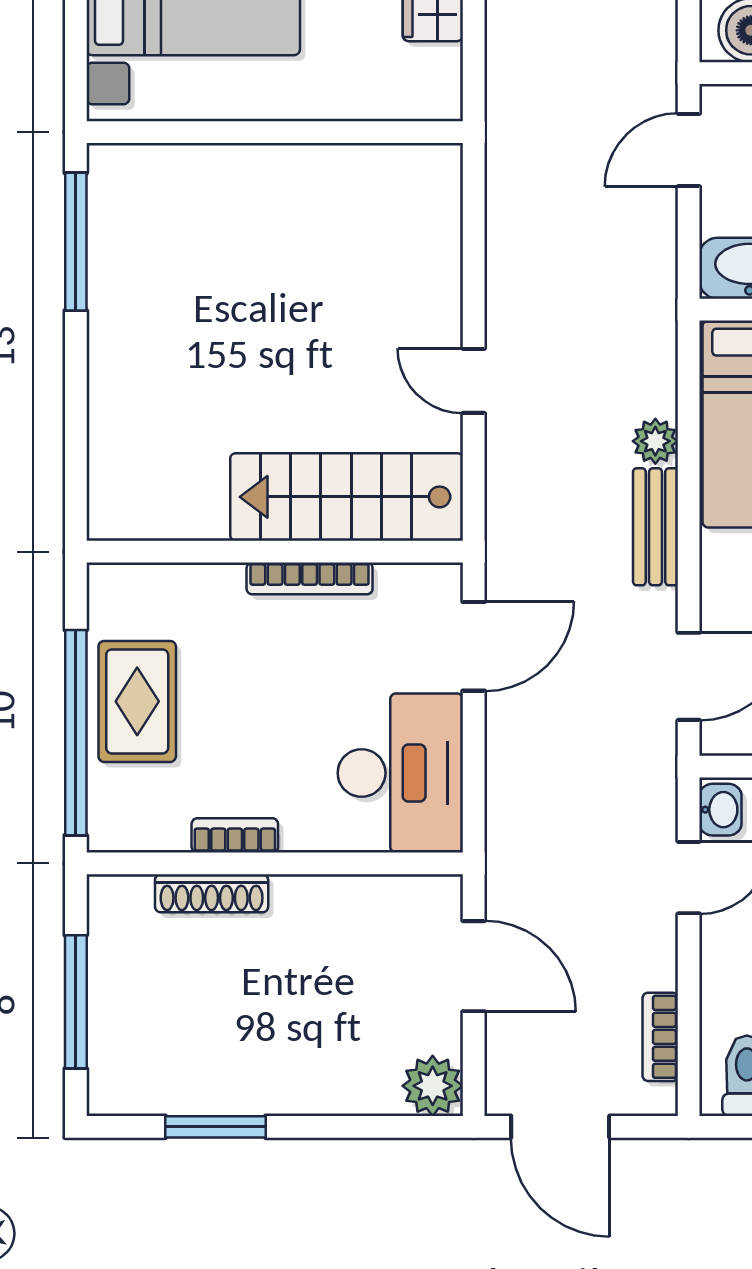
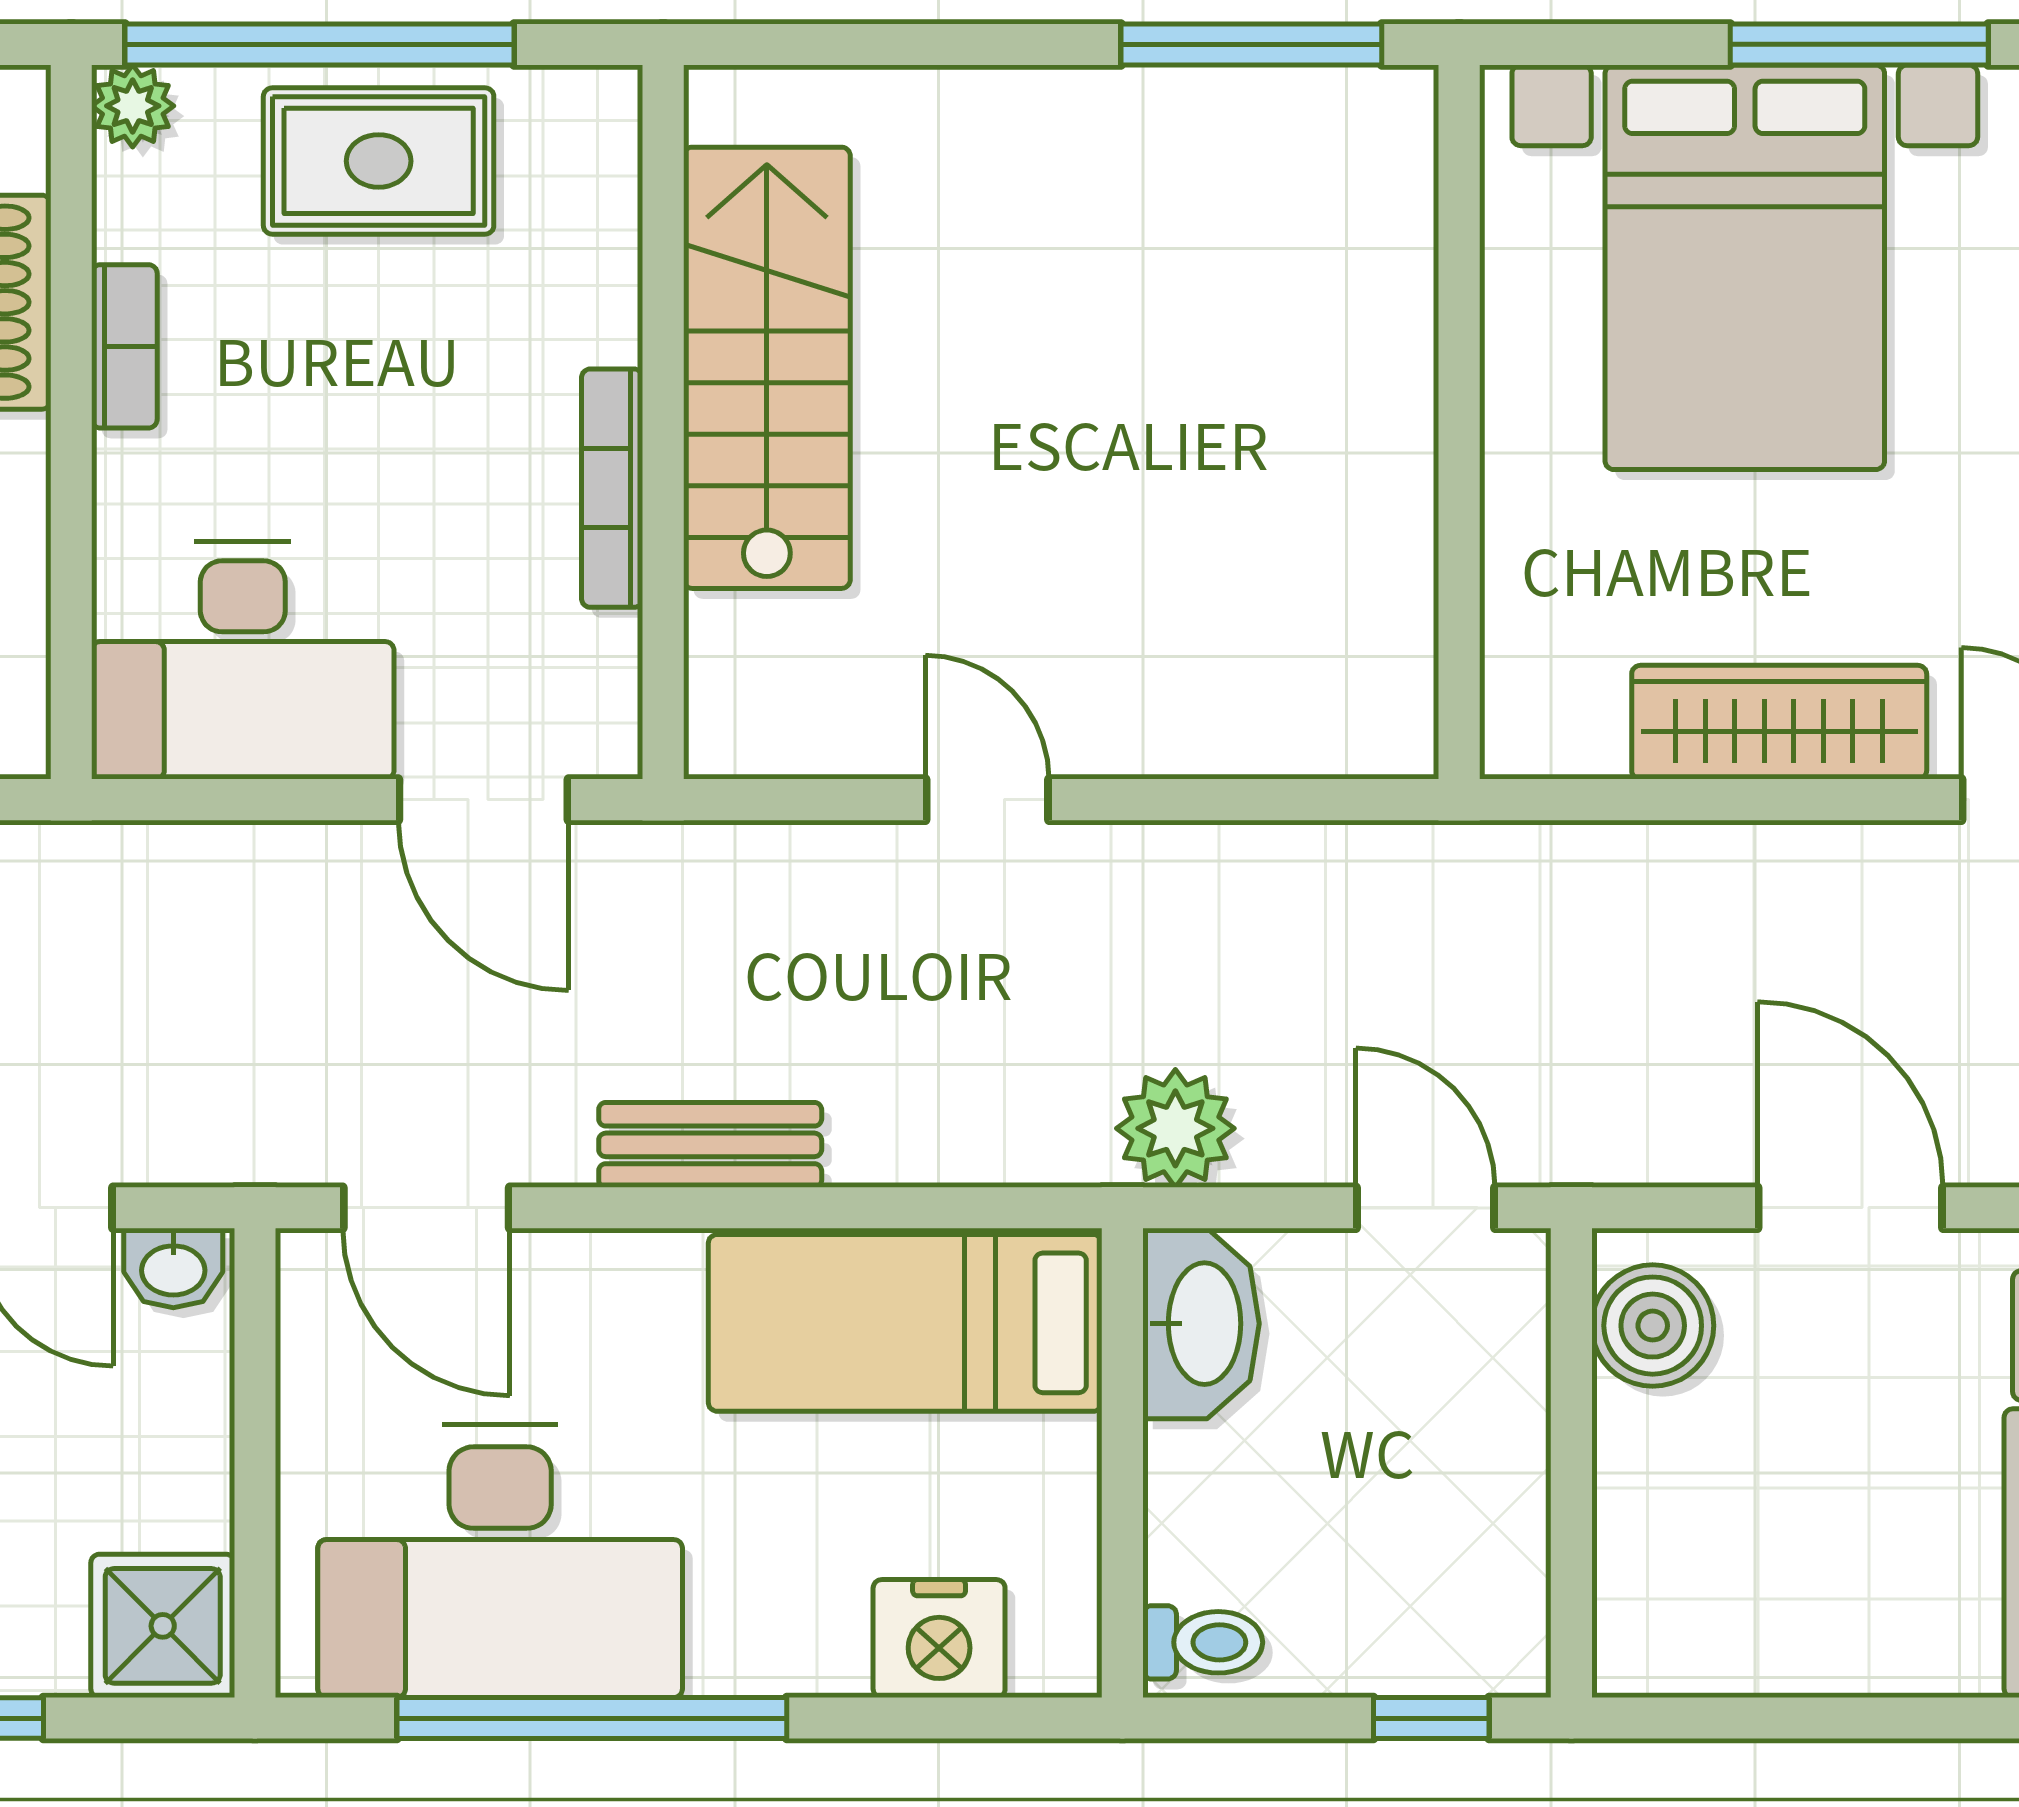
door: (474, 381) -> (987, 800), hinge flipped
plant: (655, 441) -> (1175, 1128), moved, width x1.38, depth x1.38
stairs: (347, 497) -> (767, 368), moved
plant: (108, 831) -> (133, 106), added

